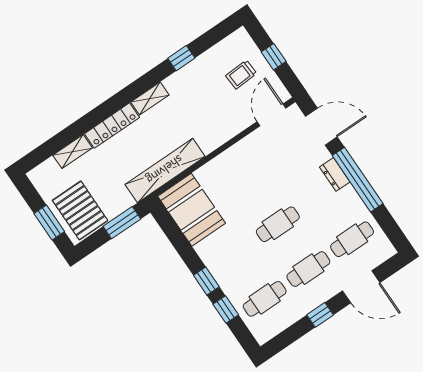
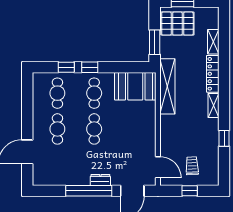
cafe table: (352, 239) -> (94, 93), moved
window: (320, 315) -> (27, 118), removed

